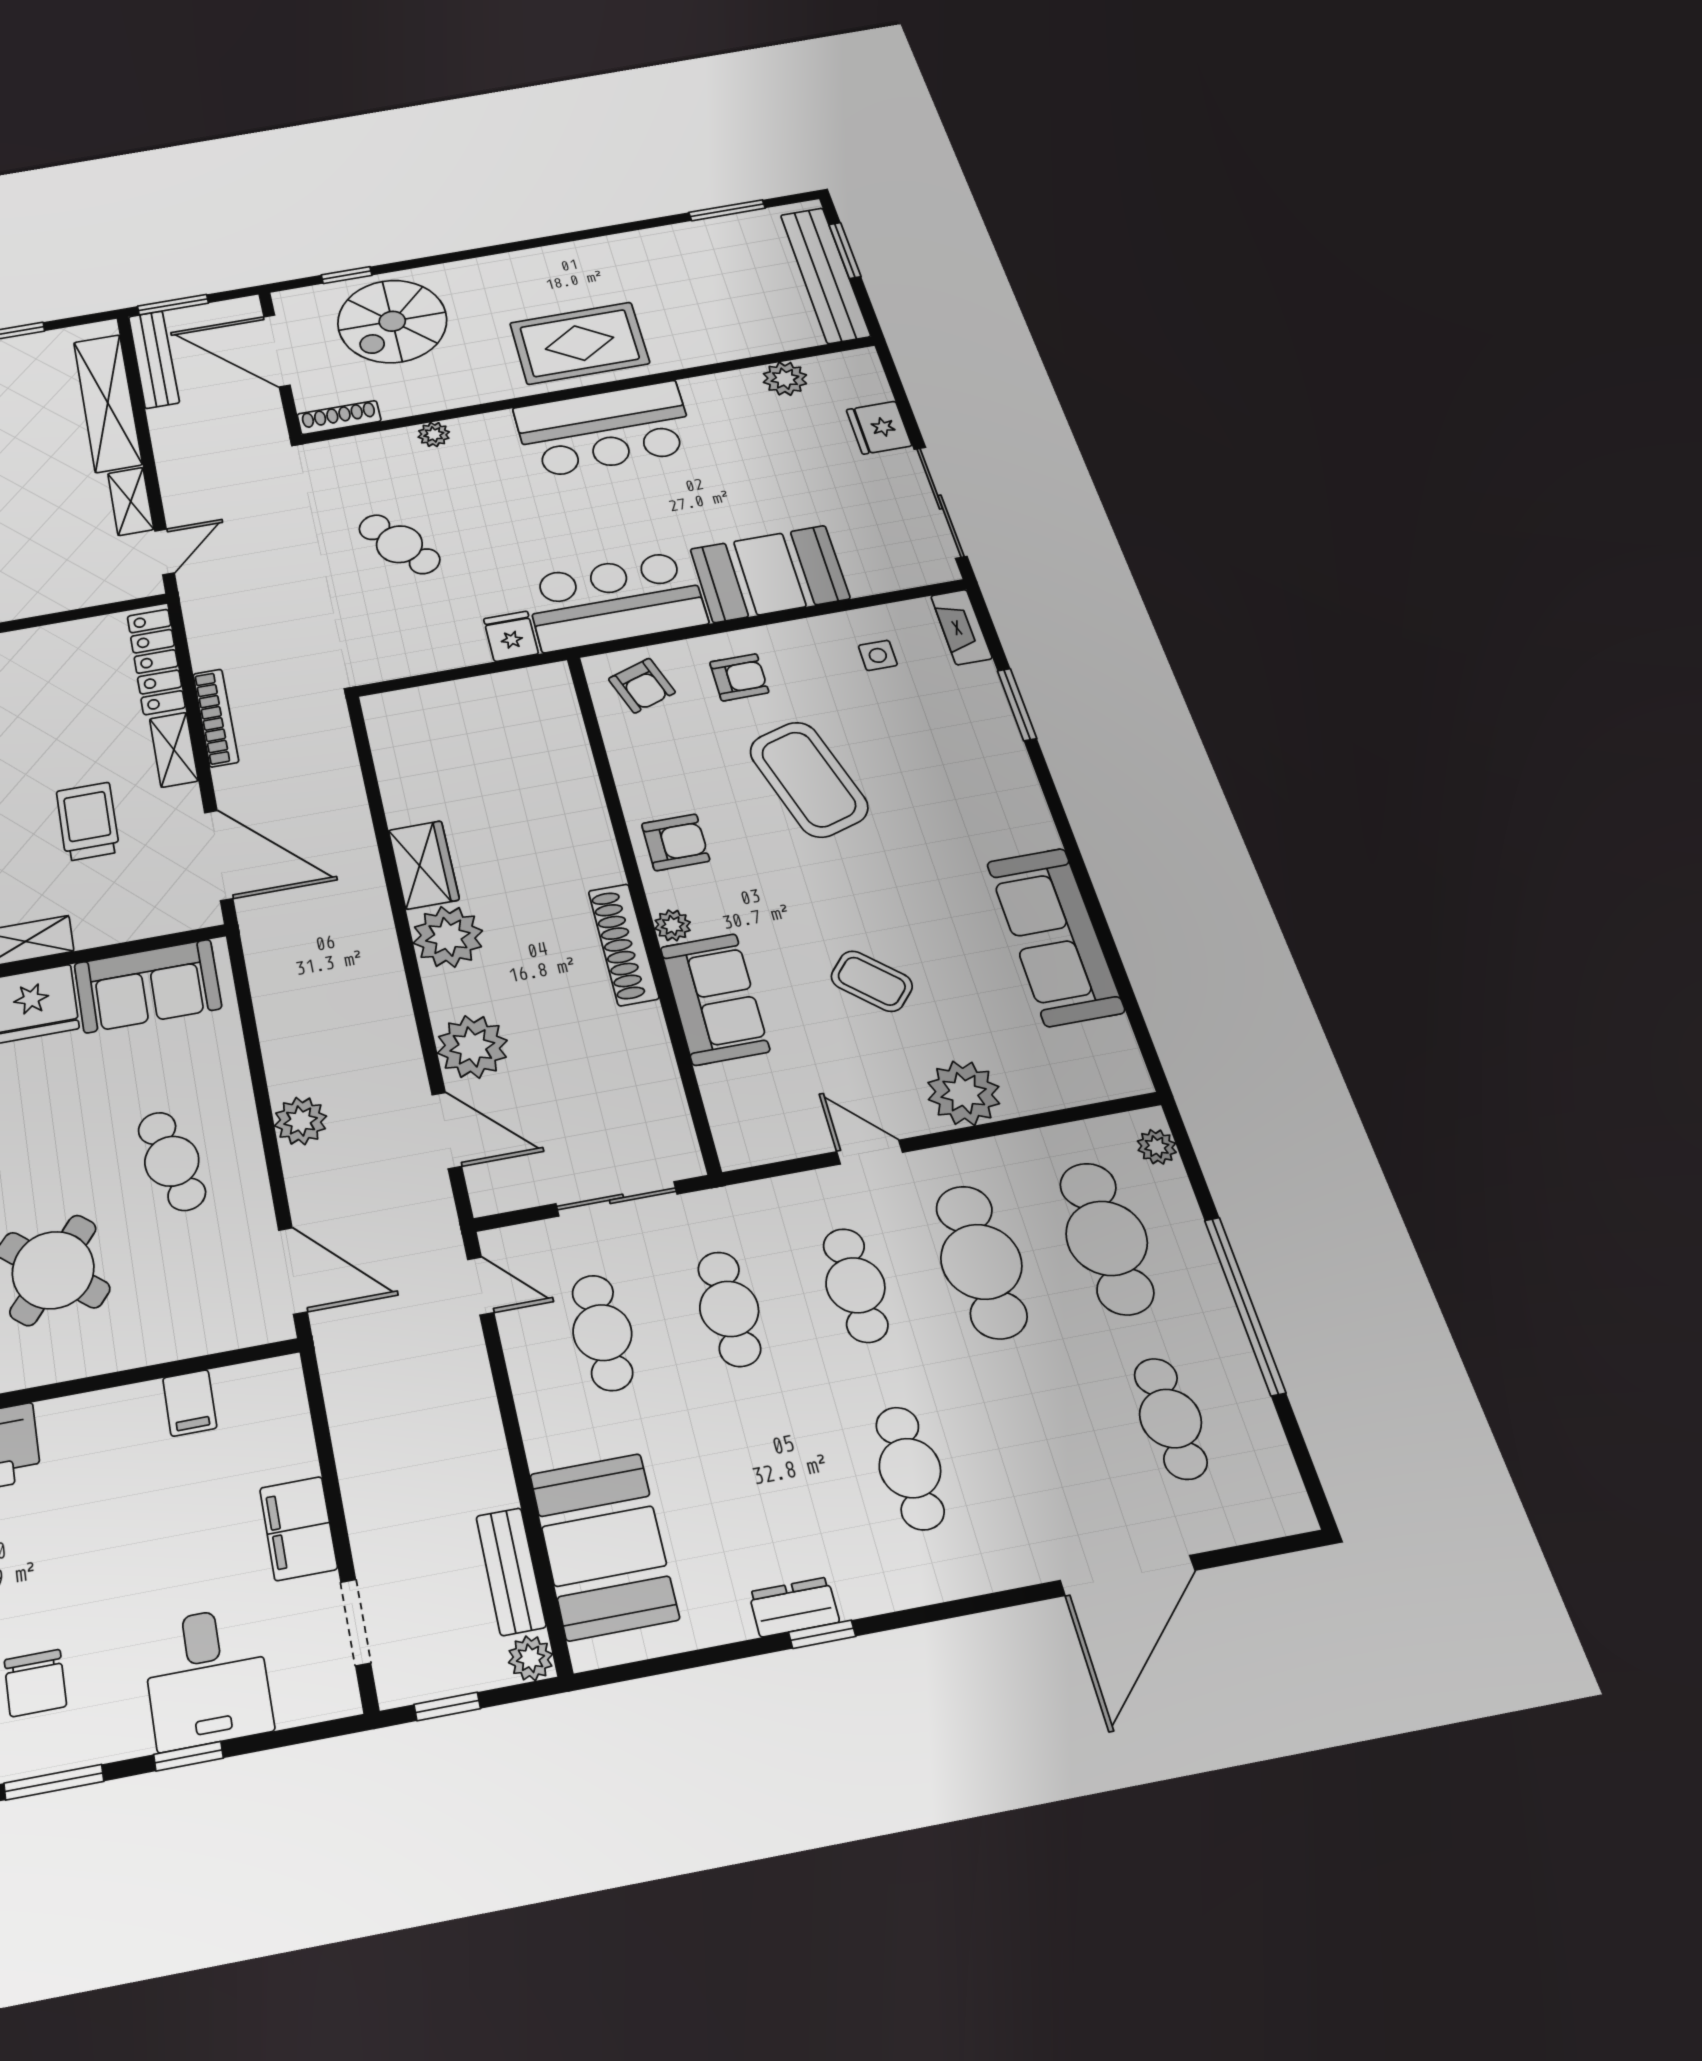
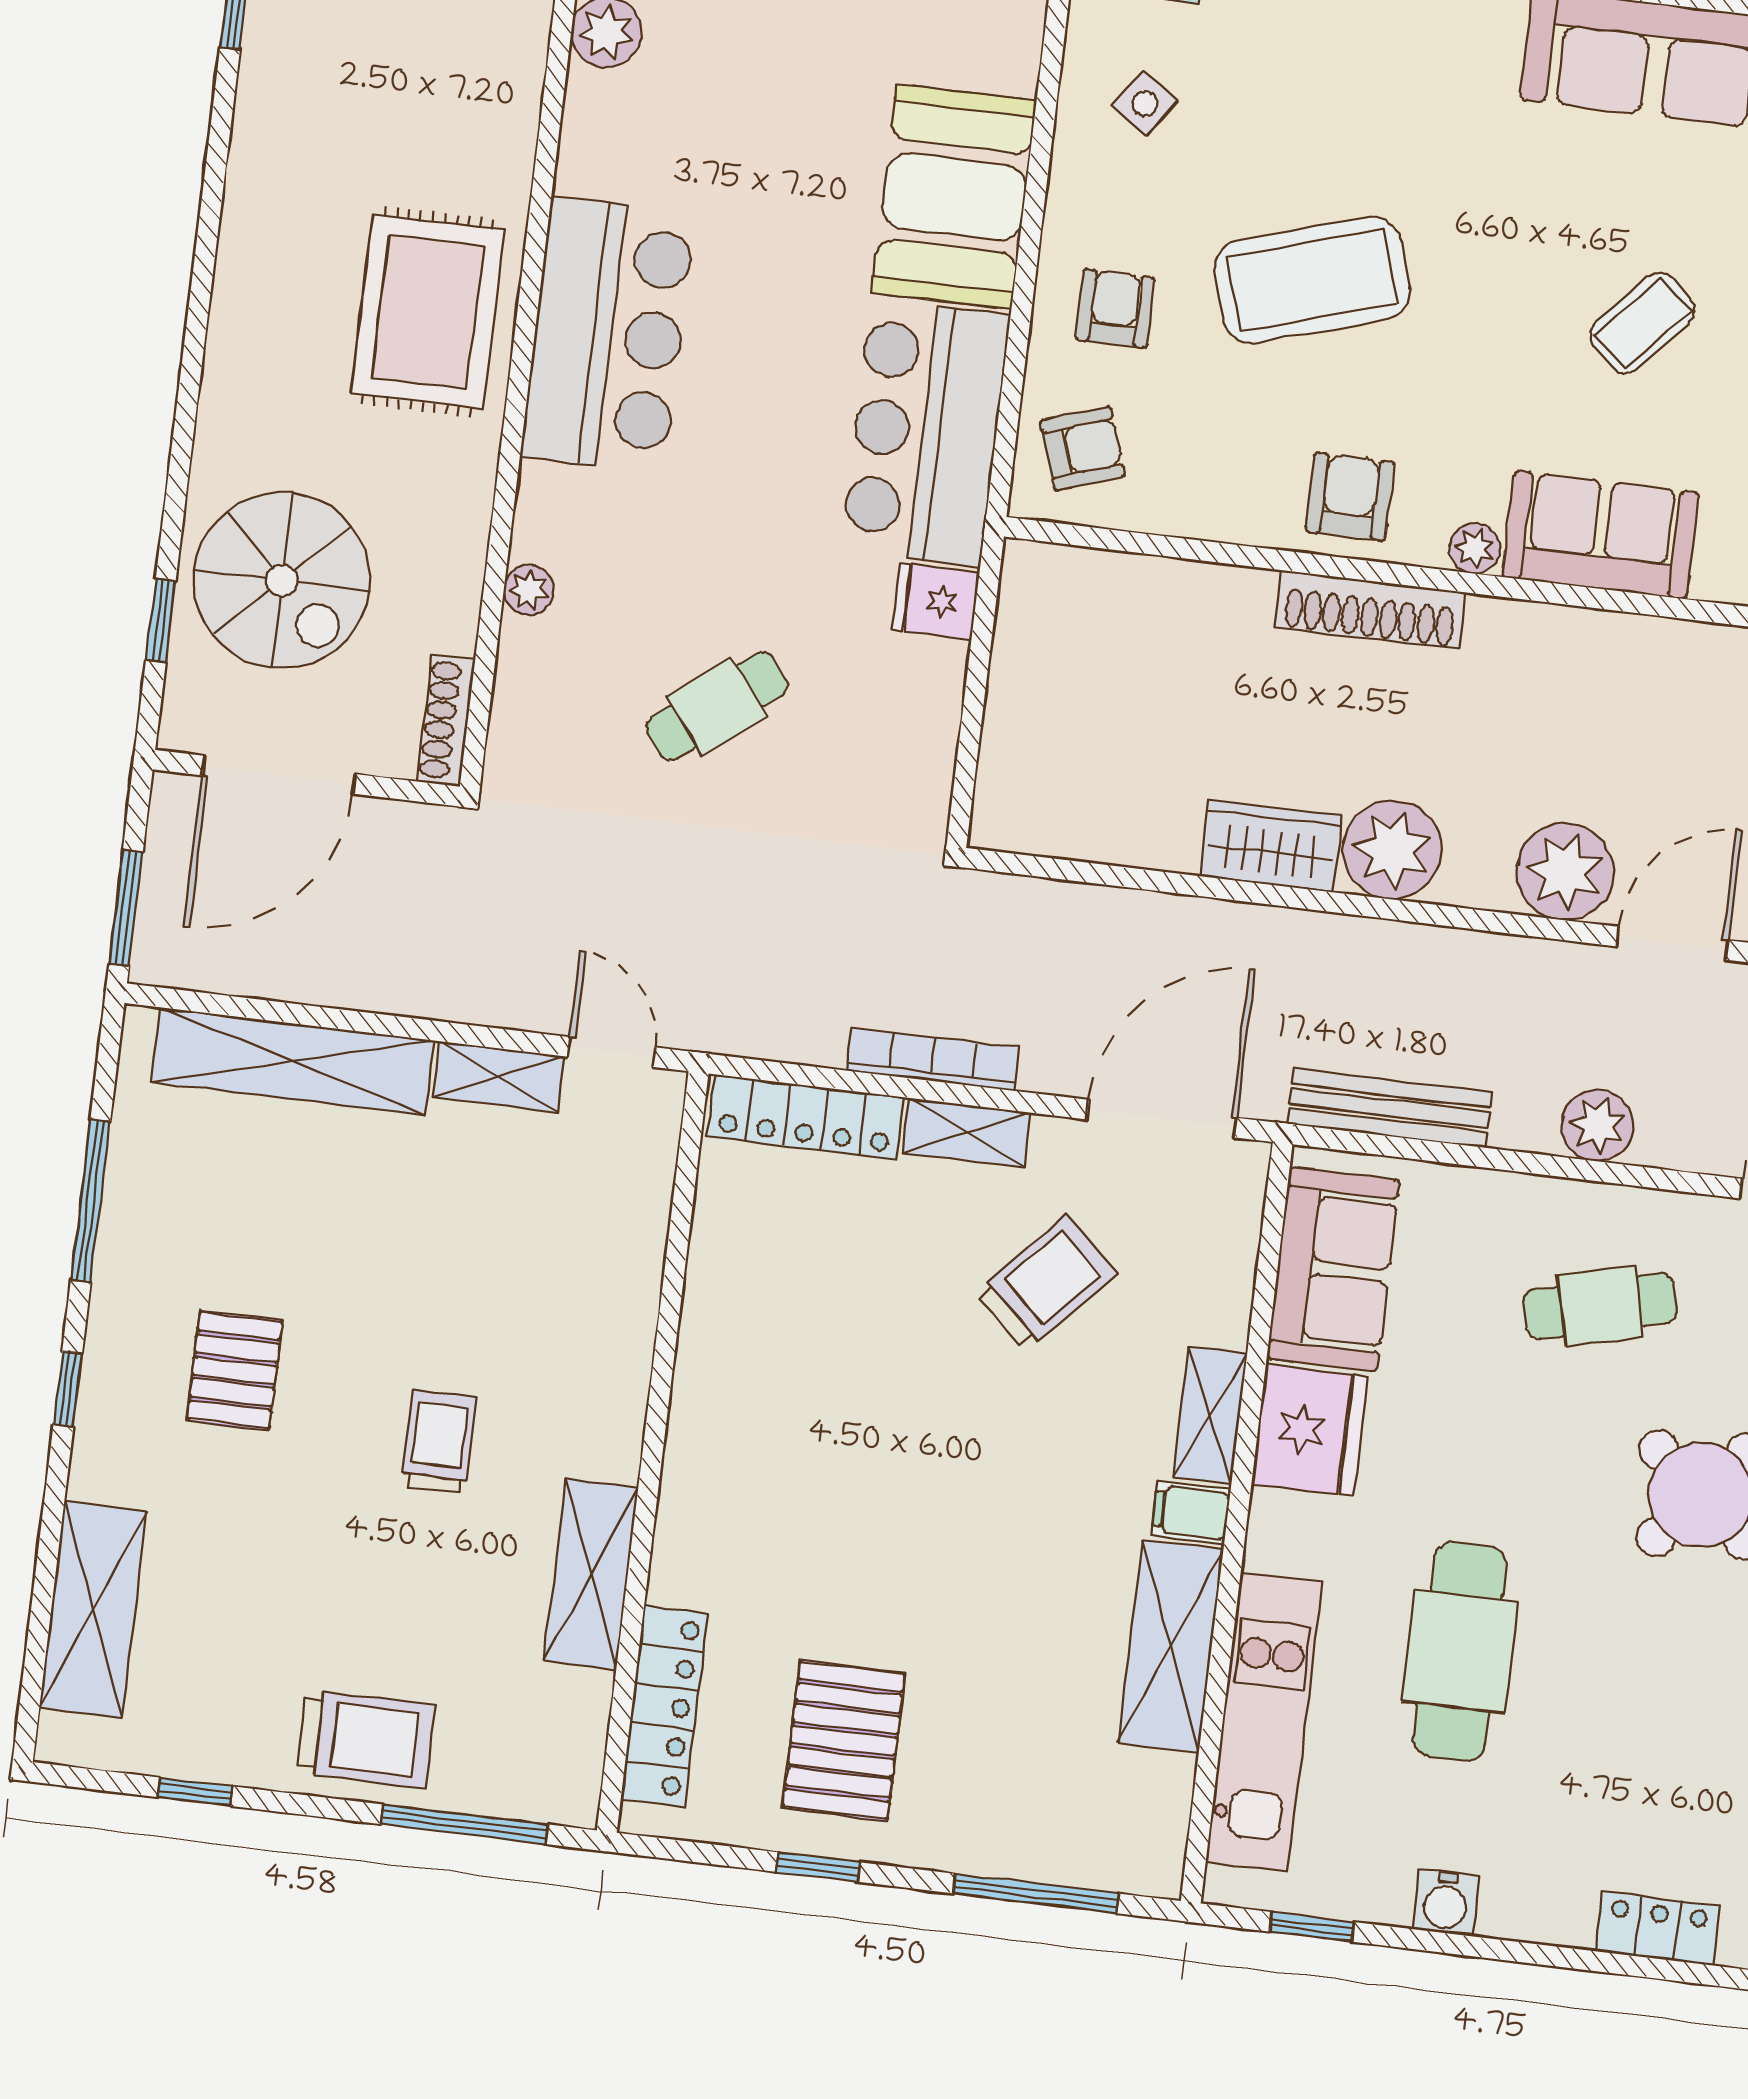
bench: (154, 359) -> (1389, 1108), moved
side table: (878, 655) -> (1145, 103), turned 35
trolley: (88, 821) -> (1046, 1283), turned 133
shoe rack: (623, 944) -> (1370, 610), moved

